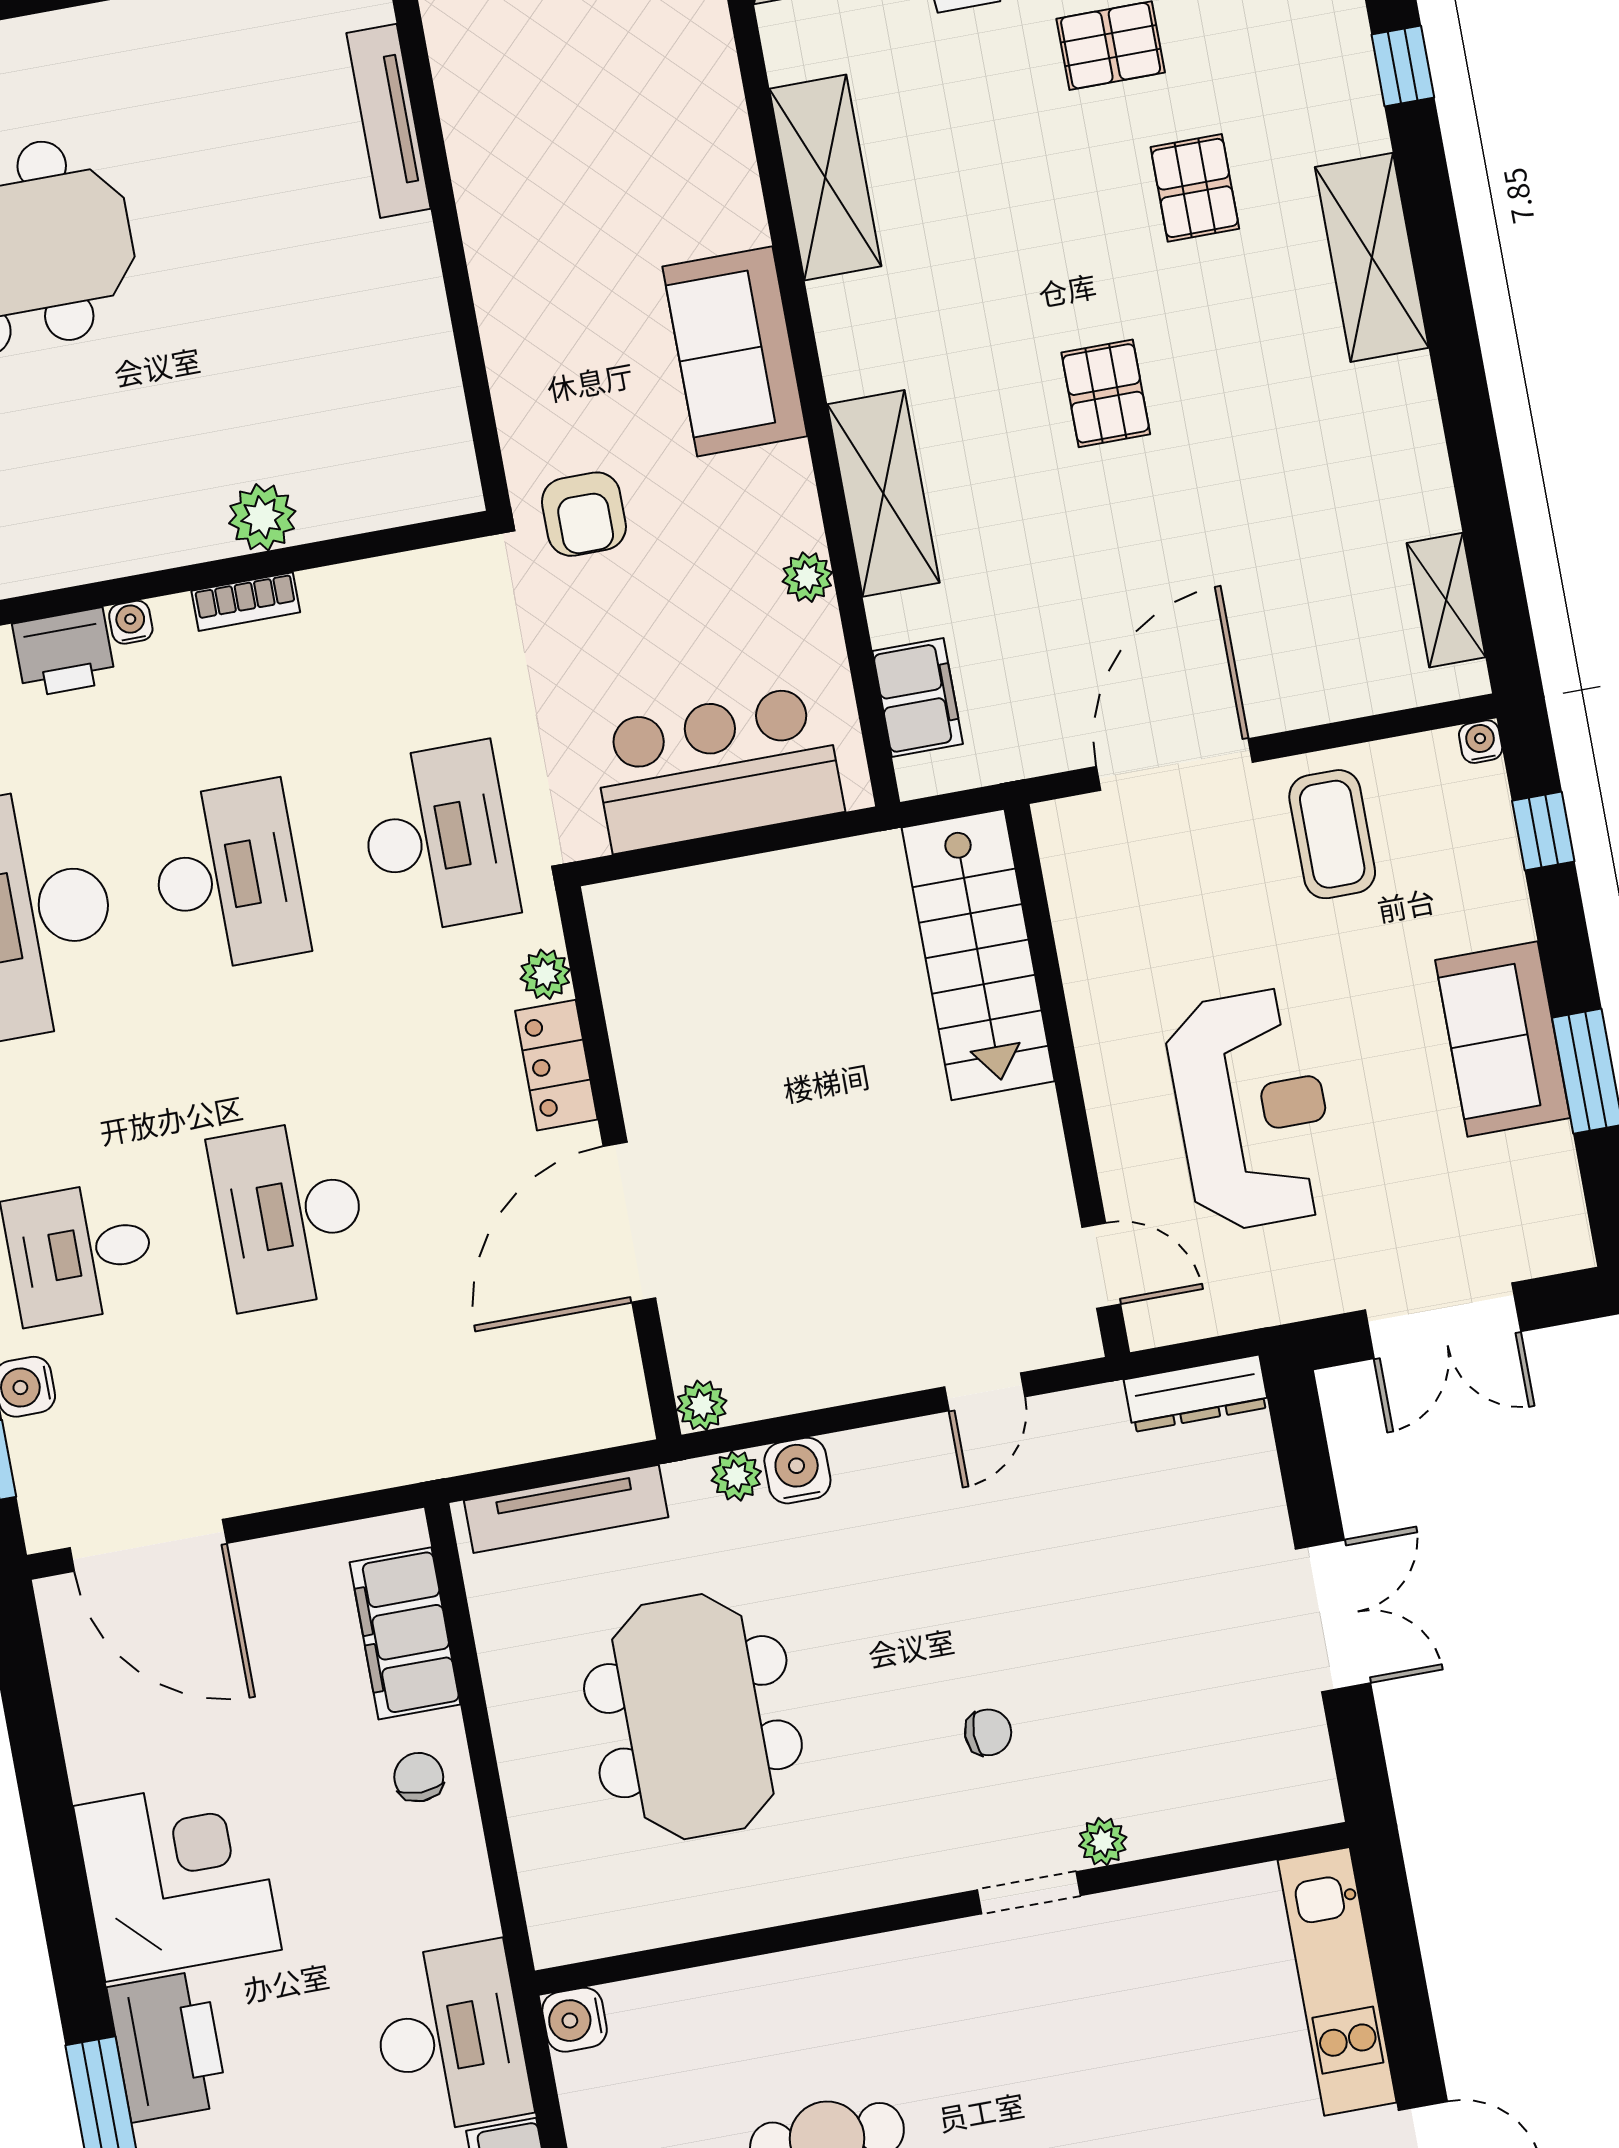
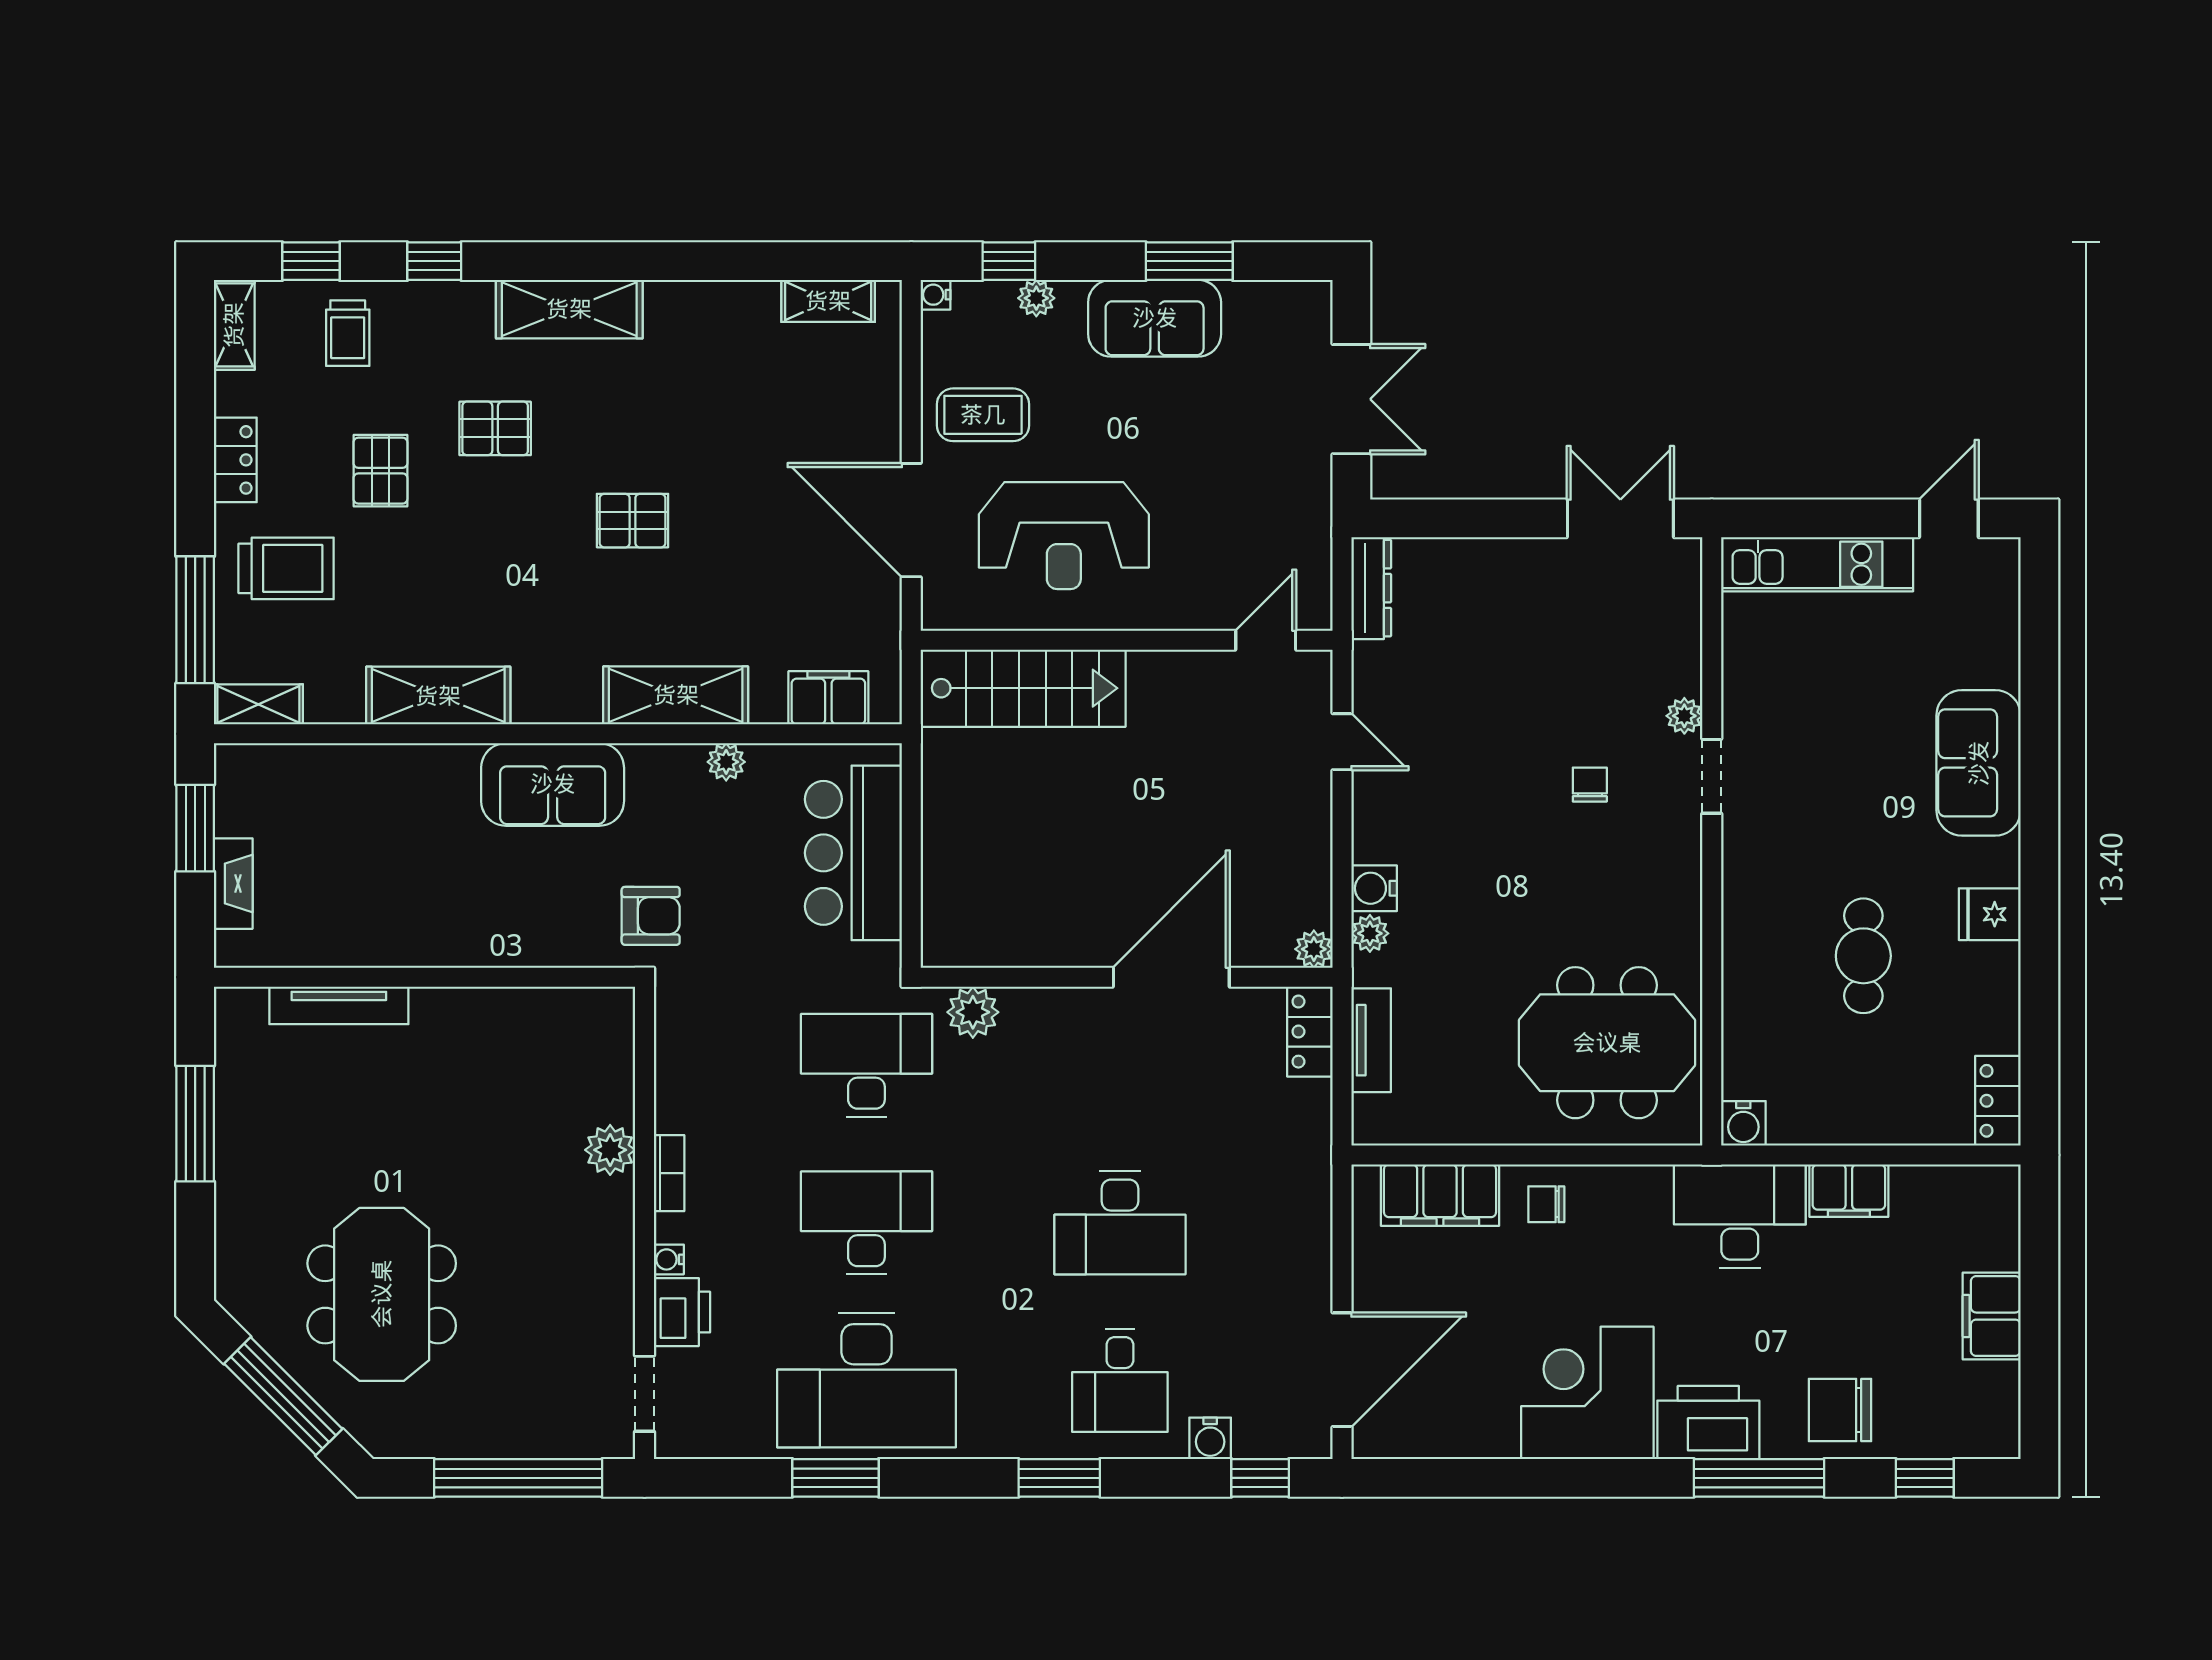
plant: (1501, 877) -> (1036, 298), added
plant: (545, 974) -> (973, 1012), width x1.38, depth x1.38
locker: (556, 1065) -> (1310, 1032), moved, turned 90
reception desk: (1252, 1110) -> (1064, 536), moved, turned 180
door: (629, 1222) -> (1171, 977), swing flipped
tv unit: (566, 1509) -> (1371, 1040), width x0.71
double door: (1333, 1616) -> (1620, 518), moved
meeting table: (693, 1717) -> (1607, 1043), moved

